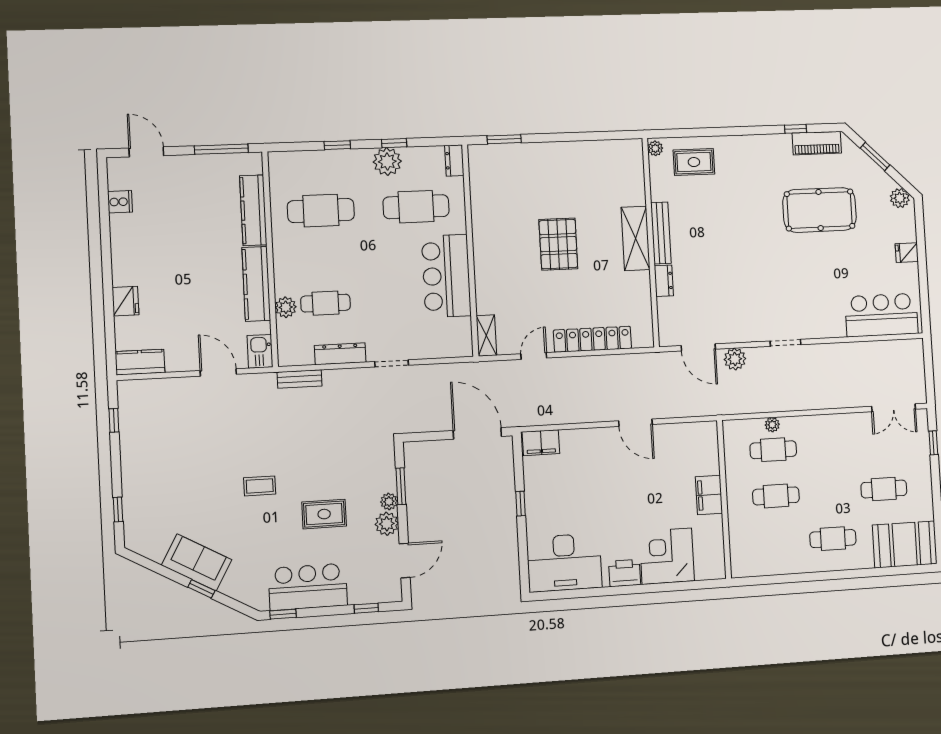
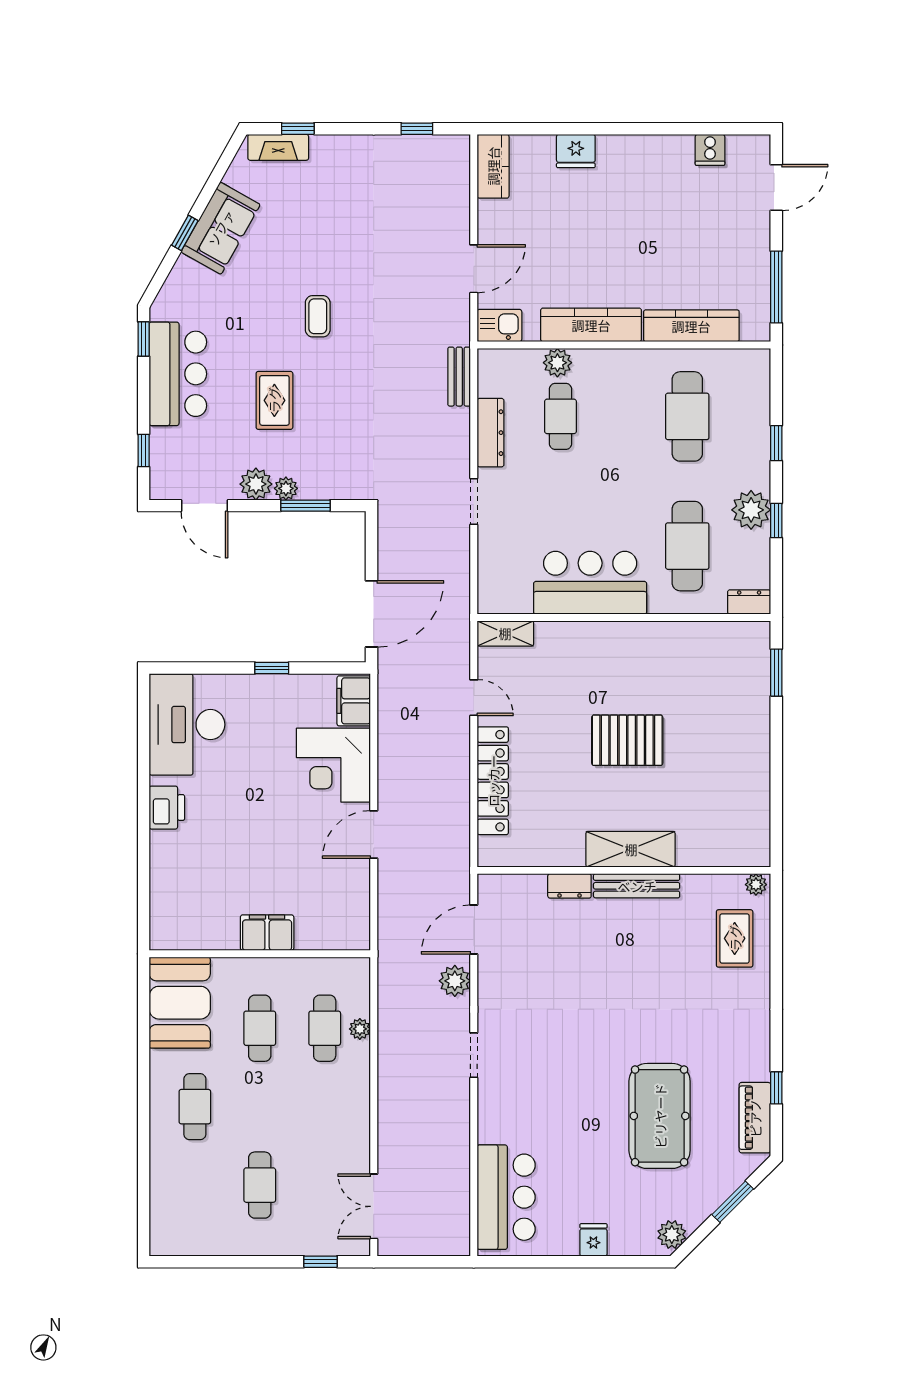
fireplace: (133, 523) -> (278, 147), added
booth: (905, 544) -> (180, 1003), moved
corner desk: (667, 556) -> (333, 765), moved, turned 180

